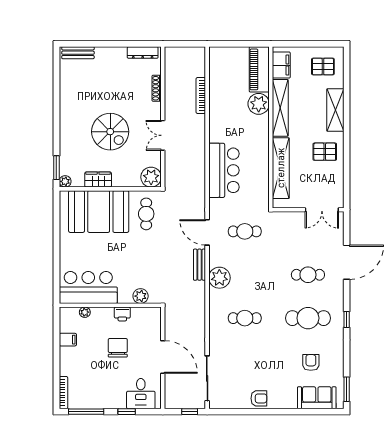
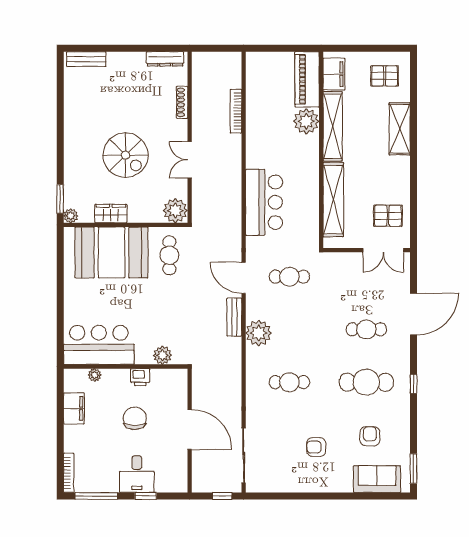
pallet: (325, 152) -> (388, 216), moved
filing cabinet: (68, 340) -> (74, 408), width x2.00
desk: (141, 394) -> (137, 474), moved
armchair: (259, 398) -> (316, 447), moved, turned 180

